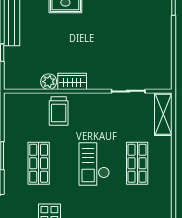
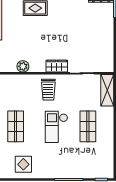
wardrobe: (72, 81) -> (57, 66), moved
trolley: (59, 111) -> (48, 90), moved

